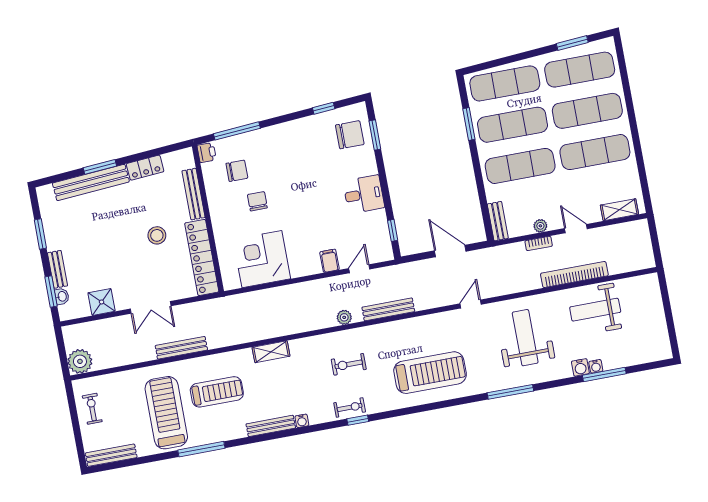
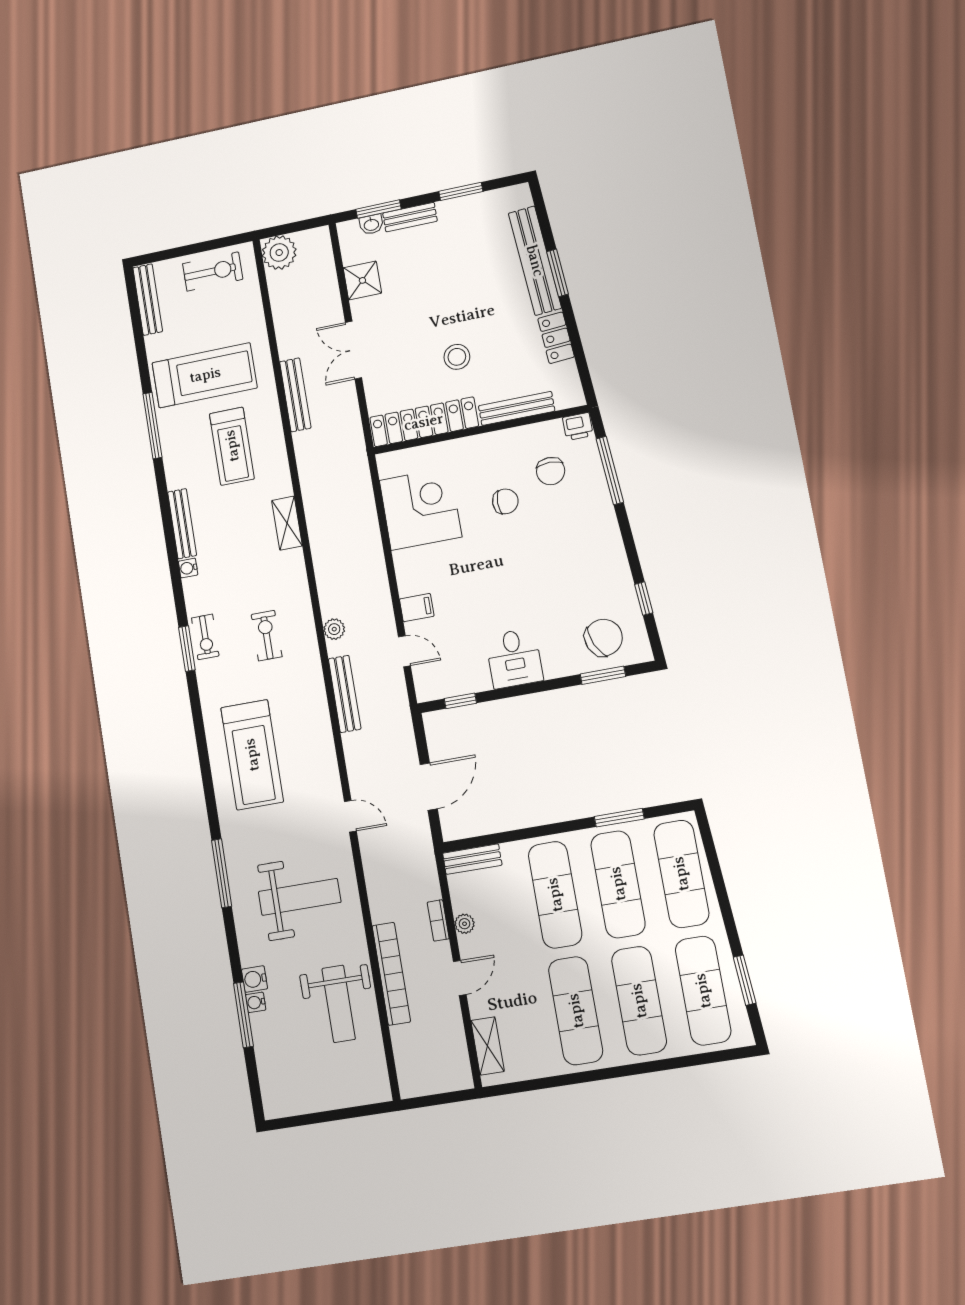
chair: (350, 135) -> (604, 638), turned -114
weight bench: (595, 310) -> (339, 1004), turned 180
exercise bike: (92, 409) -> (213, 272), width x1.38, depth x1.39
window: (358, 420) -> (187, 649), width x1.50

